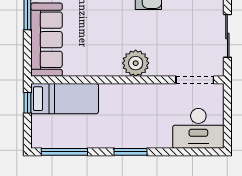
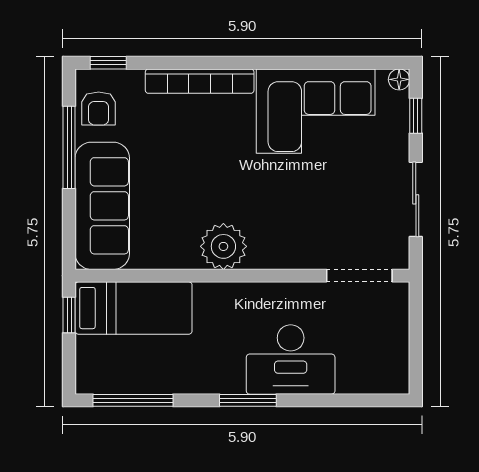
plant: (136, 63) -> (223, 246), moved
desk: (198, 128) -> (291, 359), moved

